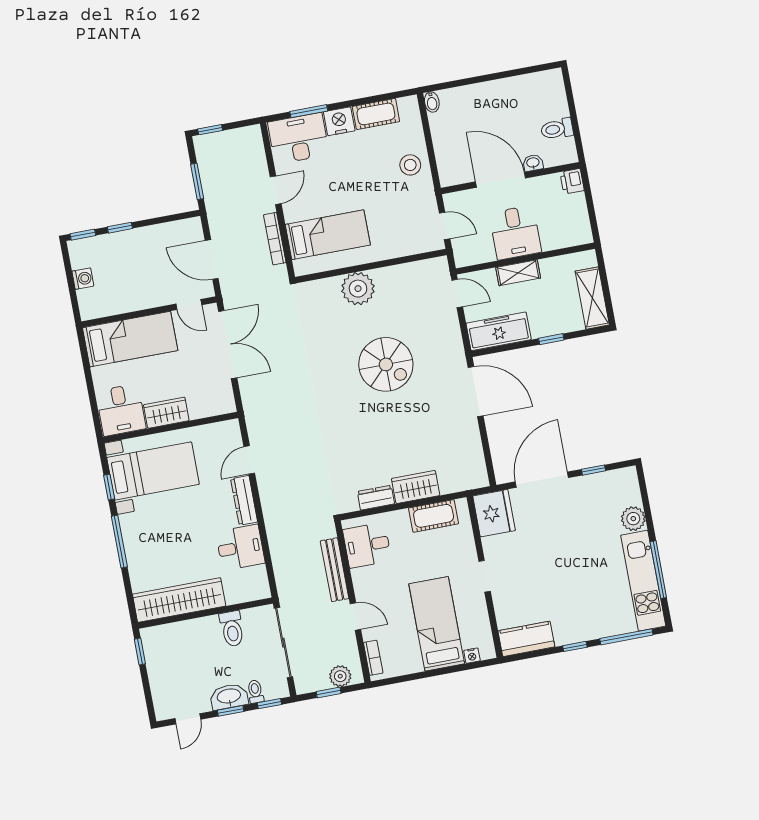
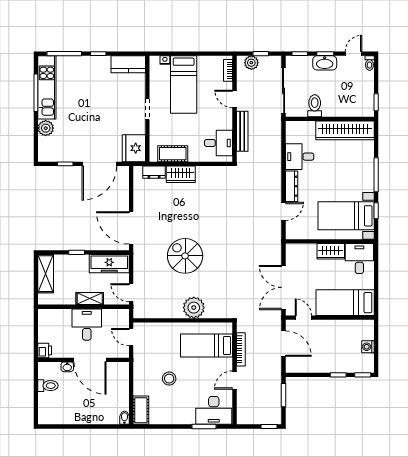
cot: (376, 114) -> (141, 410), moved, turned 90
nightstand: (339, 121) -> (186, 416), removed
stool: (410, 165) -> (169, 379), moved
dresser: (376, 498) -> (154, 172), moved
toilet: (255, 692) -> (370, 63), moved

